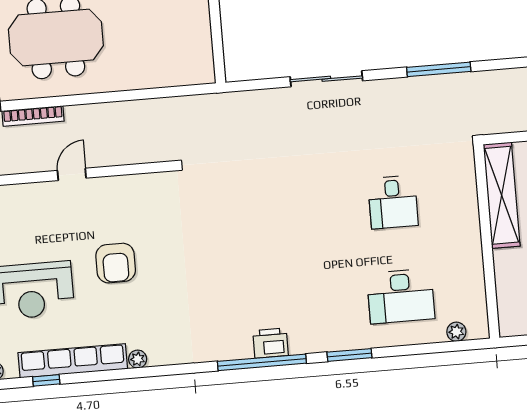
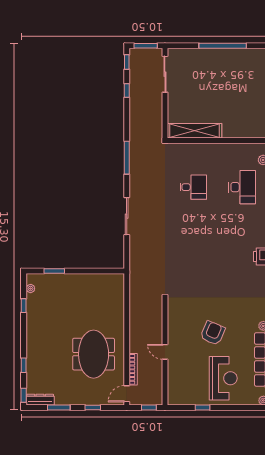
armchair: (116, 263) -> (213, 333), turned -67

